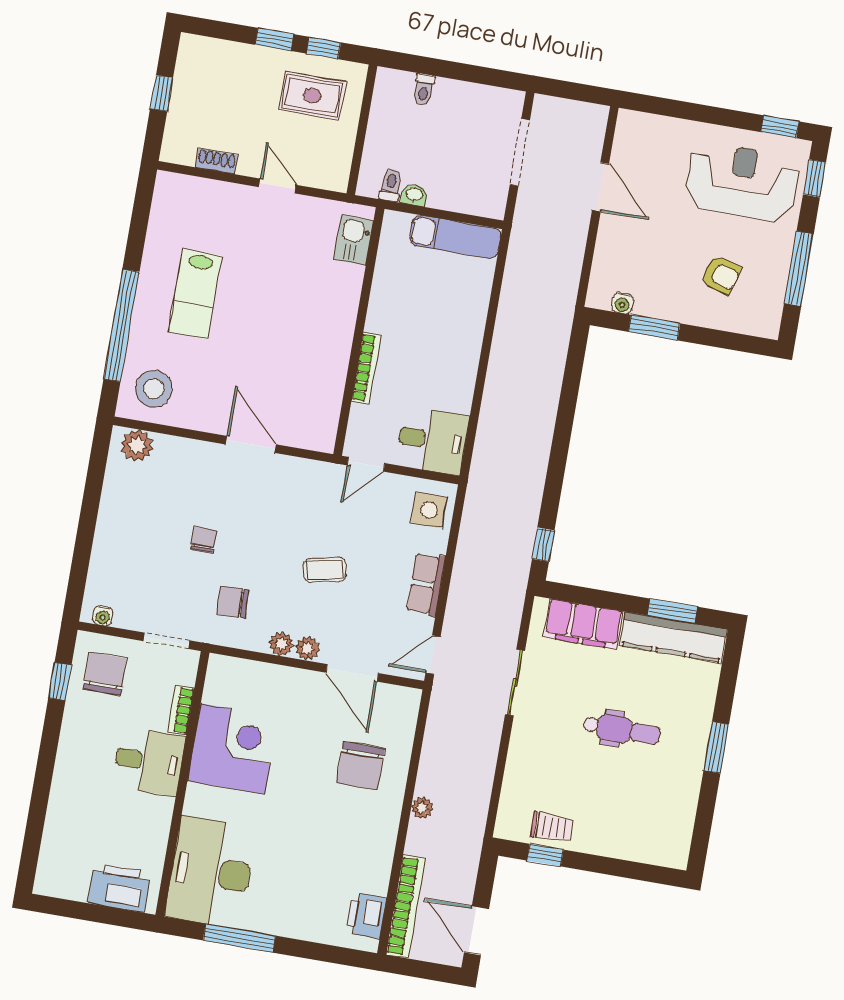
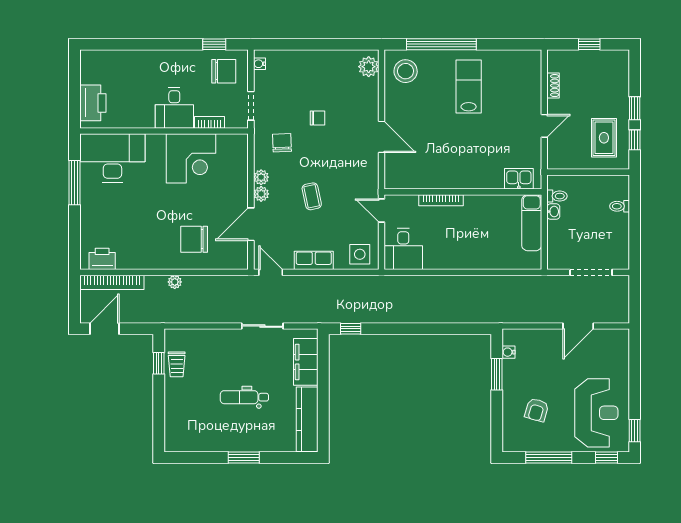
exam couch: (455, 237) -> (532, 223), moved
lab bench: (195, 294) -> (469, 86), turned 90
door: (251, 444) -> (381, 137), hinge flipped
window: (672, 611) -> (323, 416), removed
dental chair: (622, 730) -> (244, 397), turned 90

